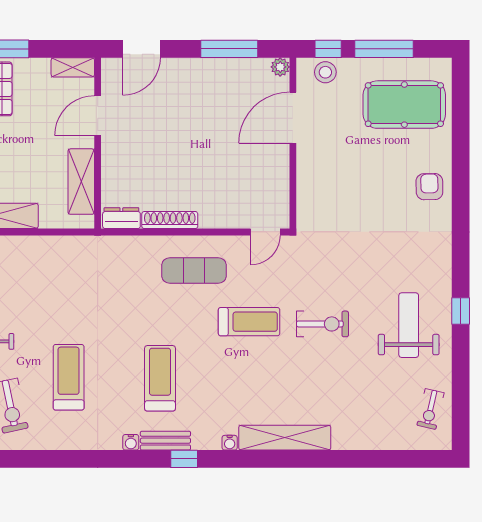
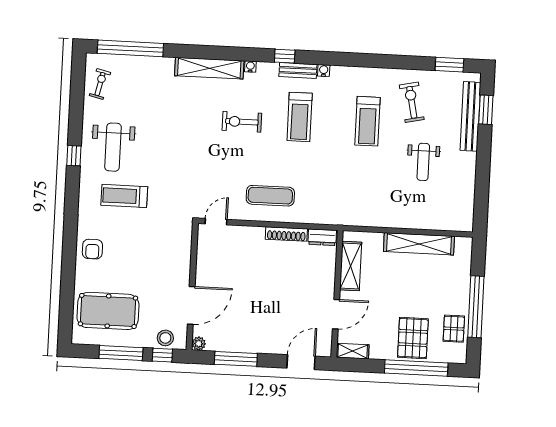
treadmill: (249, 322) -> (124, 196), moved
exercise bike: (322, 324) -> (242, 122), moved
window: (392, 459) -> (130, 48), added

